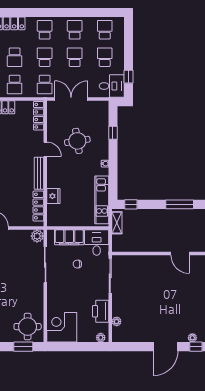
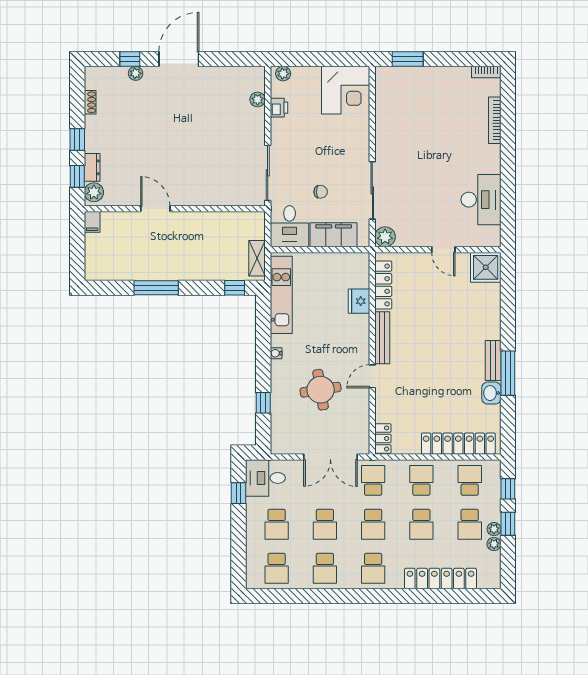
school desk: (15, 57) -> (421, 524), turned 180
locker: (39, 116) -> (383, 438), width x0.66
door: (45, 149) -> (372, 376), hinge flipped
printer: (101, 311) -> (279, 108), width x0.53, depth x0.68
round table: (28, 327) -> (401, 91), removed

